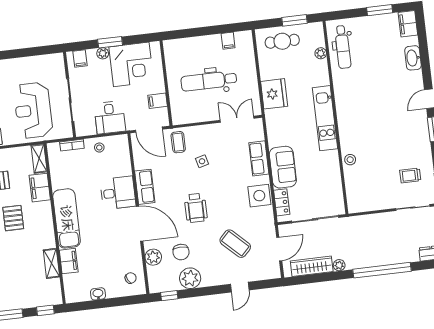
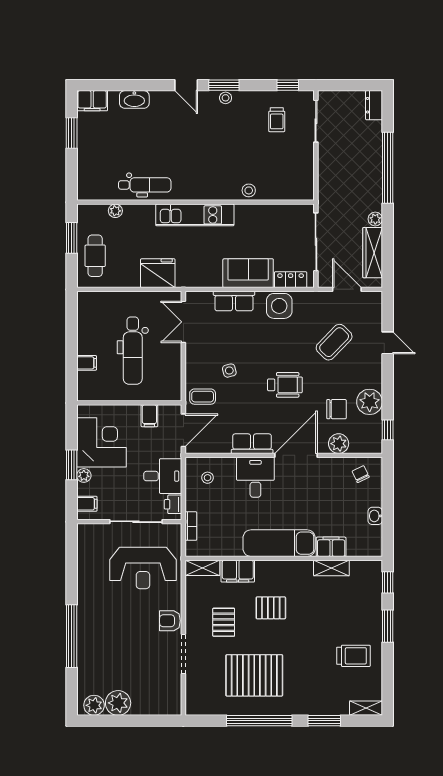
filing cabinet: (228, 41) -> (87, 363), moved
dental chair: (343, 47) -> (145, 185), moved
printer: (88, 129) -> (173, 504), added
stool: (423, 132) -> (226, 98), added
stool: (99, 148) -> (208, 478), moved

